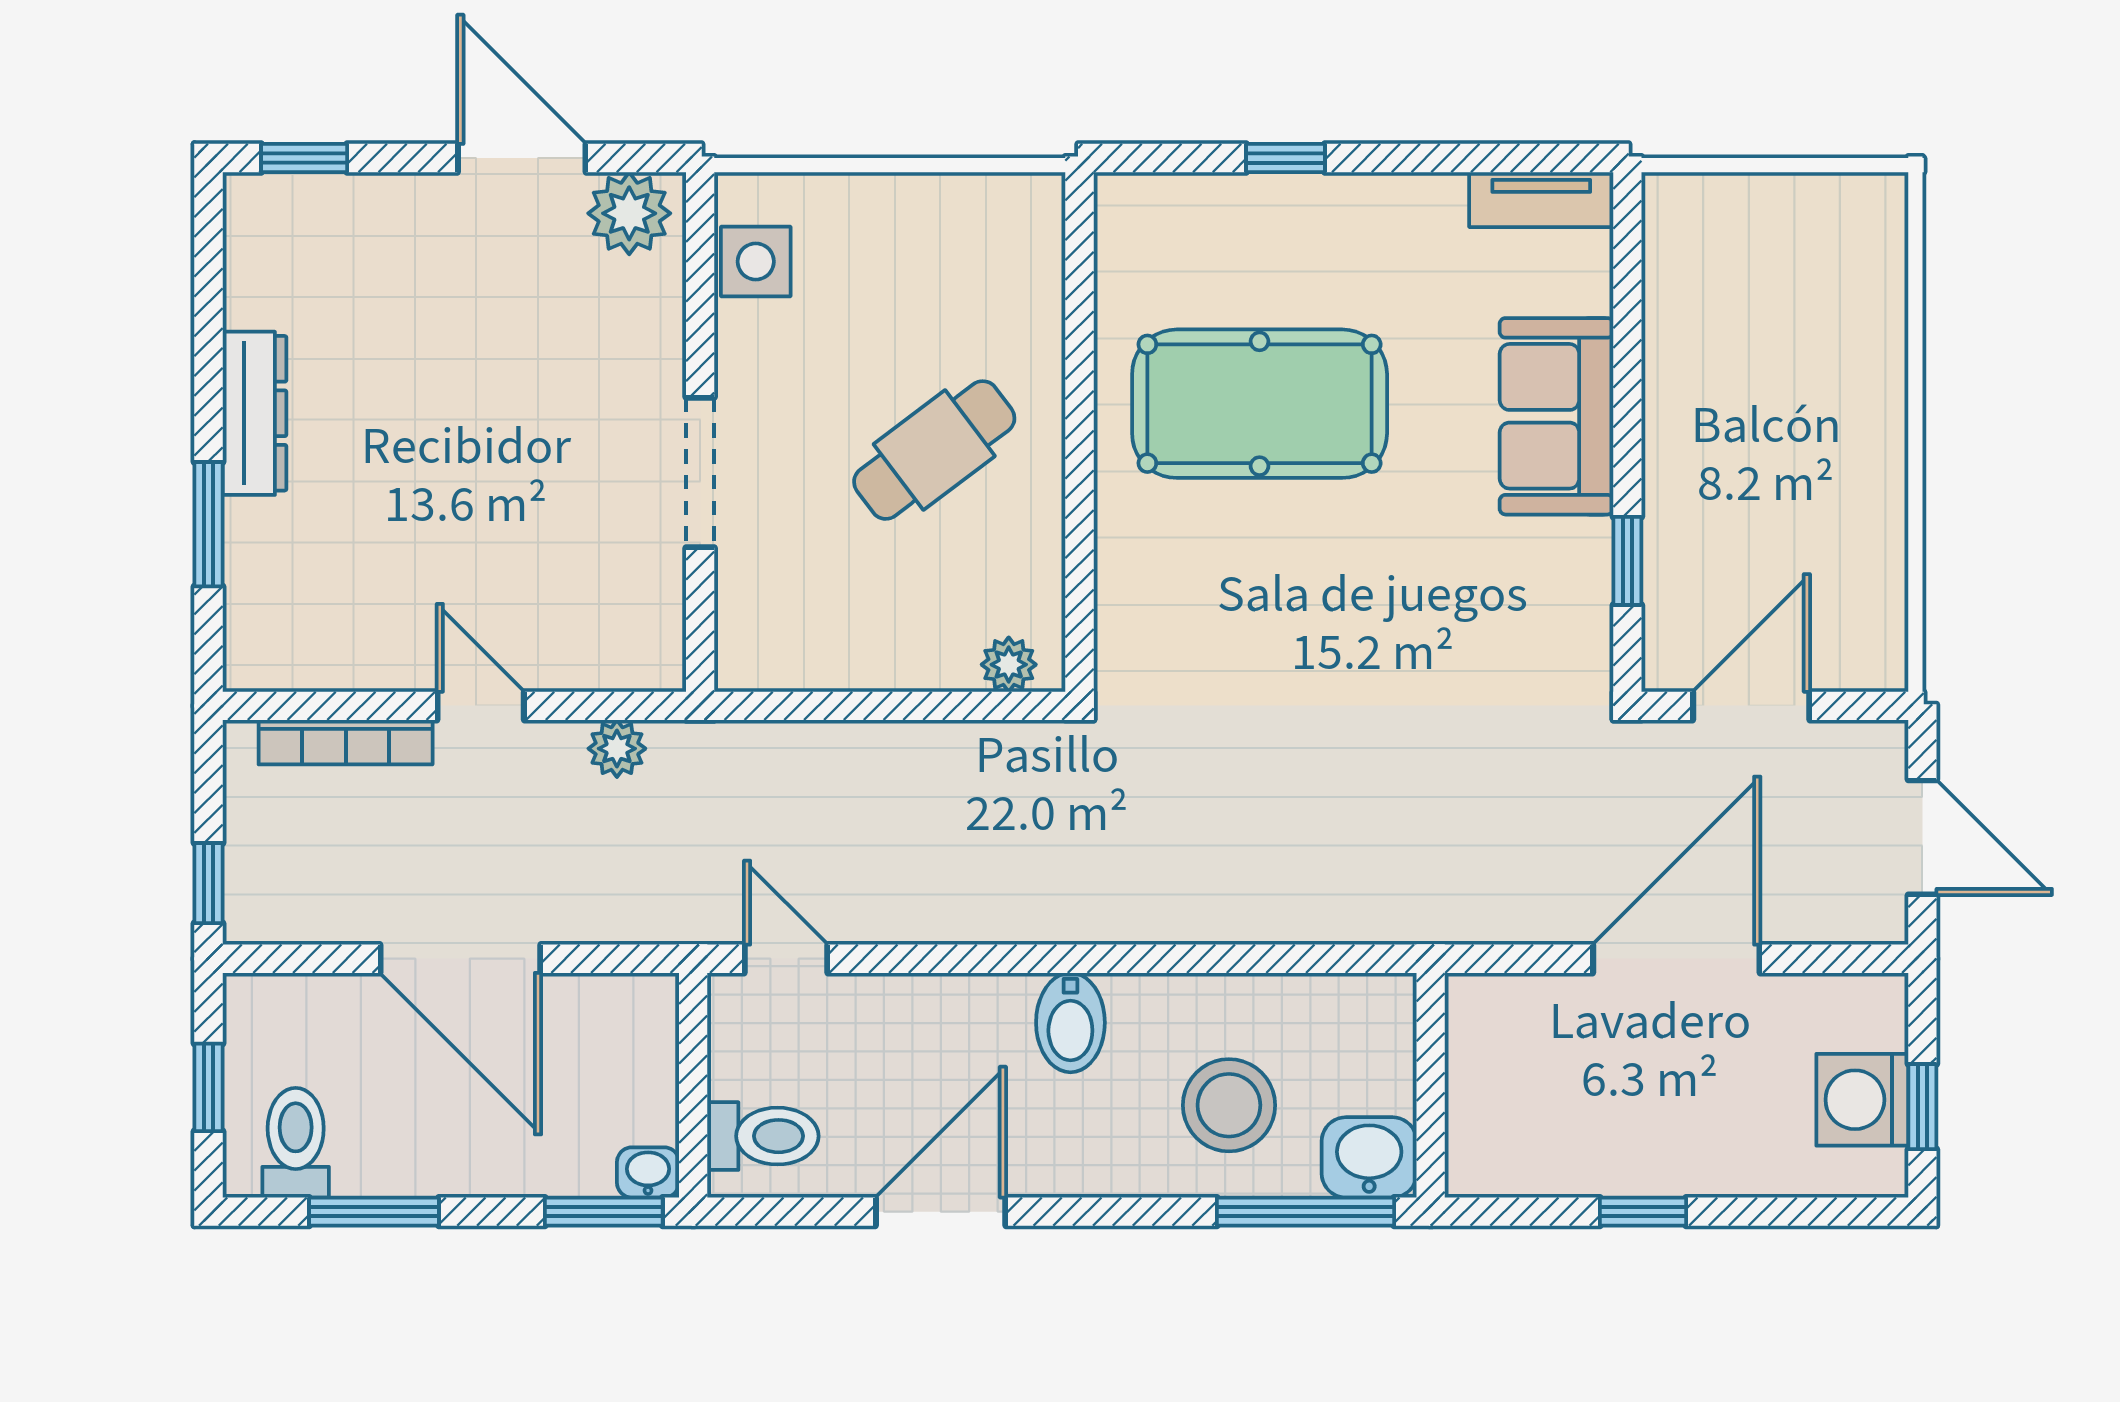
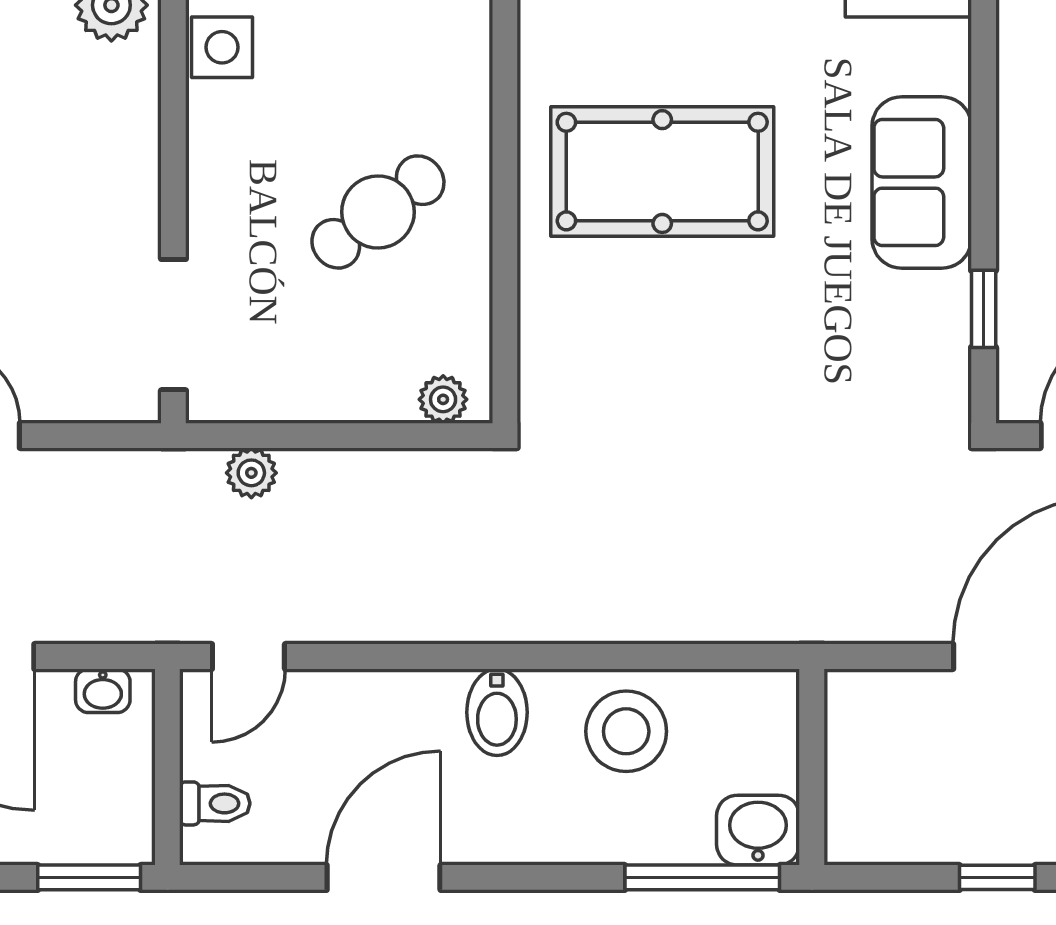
doorway: (700, 473) -> (173, 325), moved
plant: (617, 749) -> (251, 473), moved
door: (786, 959) -> (248, 657), swing flipped
stool: (1229, 1105) -> (626, 731), moved
toilet: (763, 1136) -> (215, 803), width x0.73, depth x0.72
washbasin: (648, 1172) -> (103, 691), moved, turned 180

